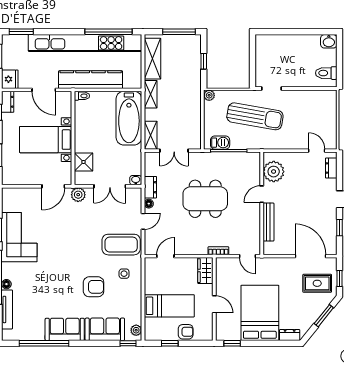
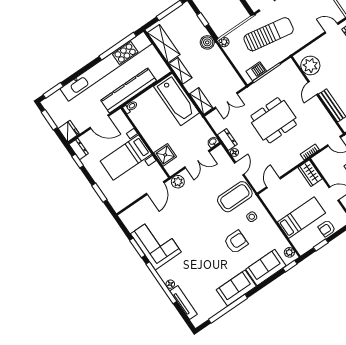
boiler: (193, 85) -> (207, 42), added
armchair: (186, 332) -> (327, 228), turned 180

